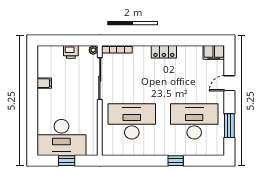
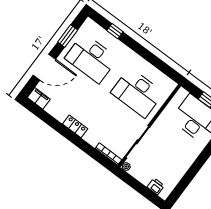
printer: (71, 52) -> (156, 186), moved
filing cabinet: (44, 83) -> (181, 169), removed
door: (229, 83) -> (44, 67), width x1.87
window: (176, 161) -> (115, 31), moved

